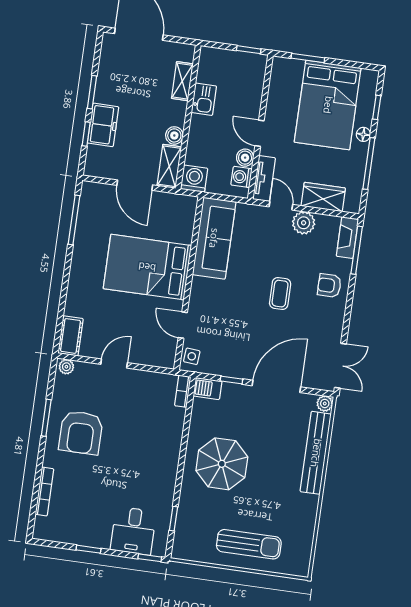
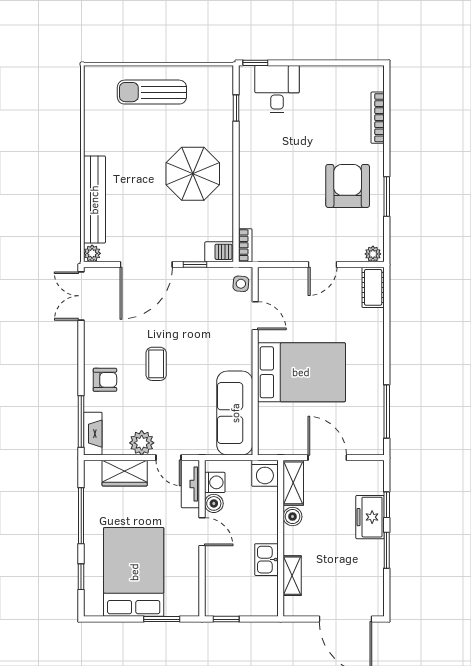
floor lamp: (363, 134) -> (91, 546), removed
window: (89, 549) -> (322, 63), removed

